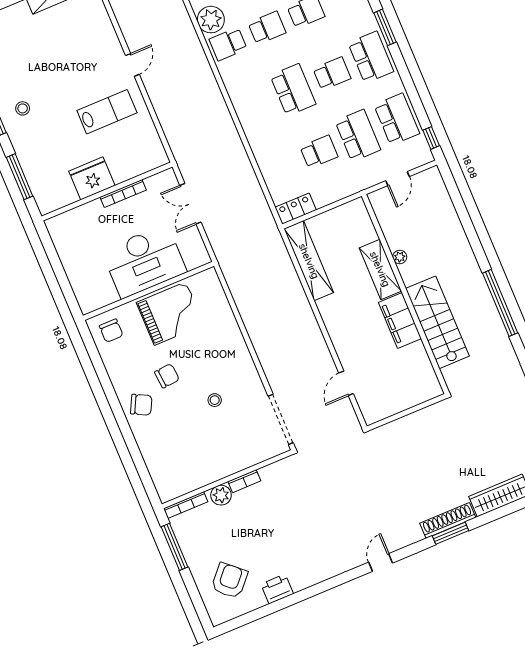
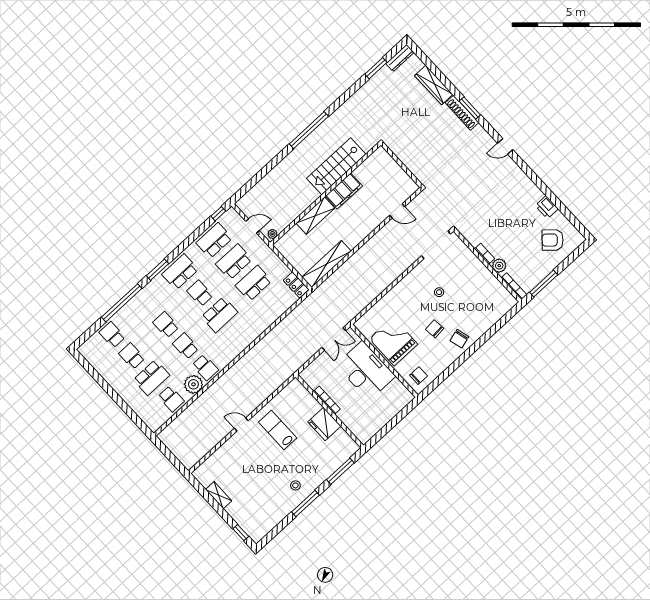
school desk: (293, 90) -> (220, 315), turned 180
school desk: (319, 152) -> (254, 283), width x1.85
double door: (190, 204) -> (334, 339), moved
plant: (400, 257) -> (272, 234), moved
chair: (141, 405) -> (459, 339), turned -132

